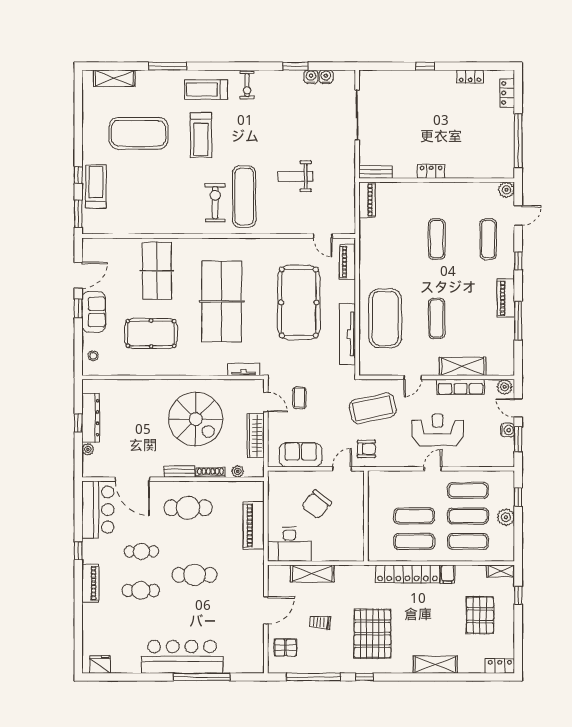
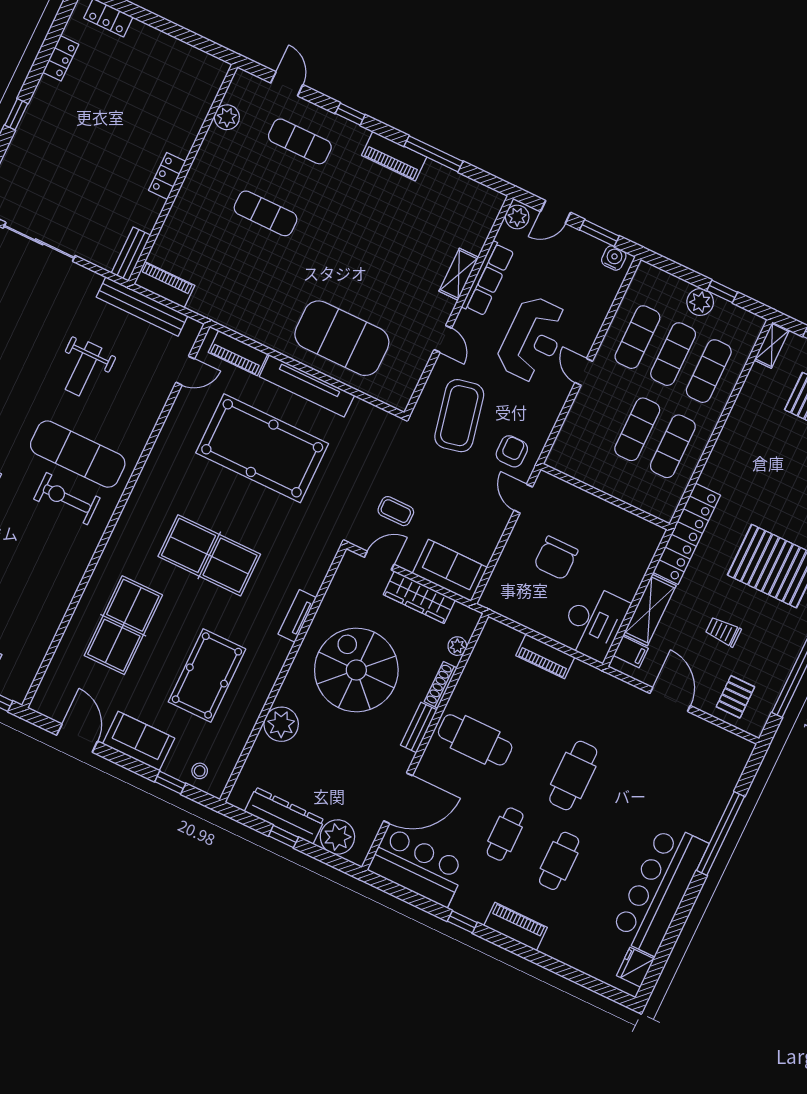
window: (518, 141) -> (182, 34), removed
plant: (506, 190) -> (227, 117), moved
bench: (348, 193) -> (142, 306), added
table tennis table: (157, 271) -> (123, 625), turned 90
table tennis table: (222, 301) -> (209, 555), width x0.73, depth x0.76
window: (78, 309) -> (170, 783), moved
exercise mat: (437, 318) -> (376, 266), removed
tv unit: (348, 334) -> (307, 386), moved
shelving: (463, 366) -> (459, 274), width x0.67, depth x0.75
tv unit: (243, 370) -> (297, 616), moved
plant: (143, 390) -> (281, 724), added
spiral stairs: (196, 419) -> (356, 670), turned -90
reception desk: (438, 430) -> (533, 339), turned 180
water cooler: (508, 430) -> (614, 258), moved
plant: (88, 449) -> (337, 837), width x1.87, depth x1.87
sofa: (301, 455) -> (450, 570), moved, turned 90
window: (518, 497) -> (722, 291), moved
chair: (317, 504) -> (556, 558), turned 50
cafe table: (188, 508) -> (475, 740), turned 90
piano: (254, 525) -> (545, 656), width x0.73, depth x0.75
locker: (408, 574) -> (687, 534), moved
filing cabinet: (448, 574) -> (631, 652), moved
trolley: (320, 622) -> (723, 632), turned 85
bar counter: (182, 657) -> (659, 889), moved

